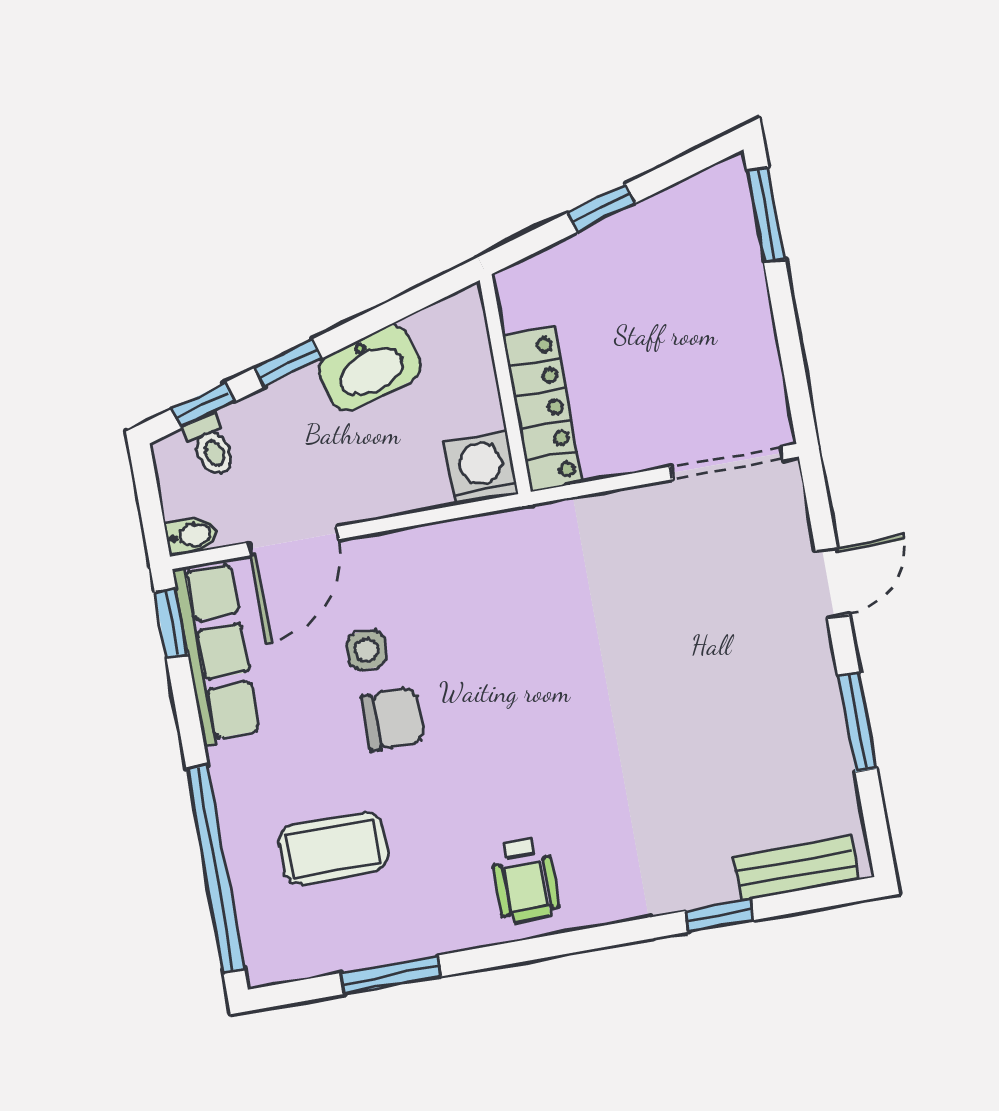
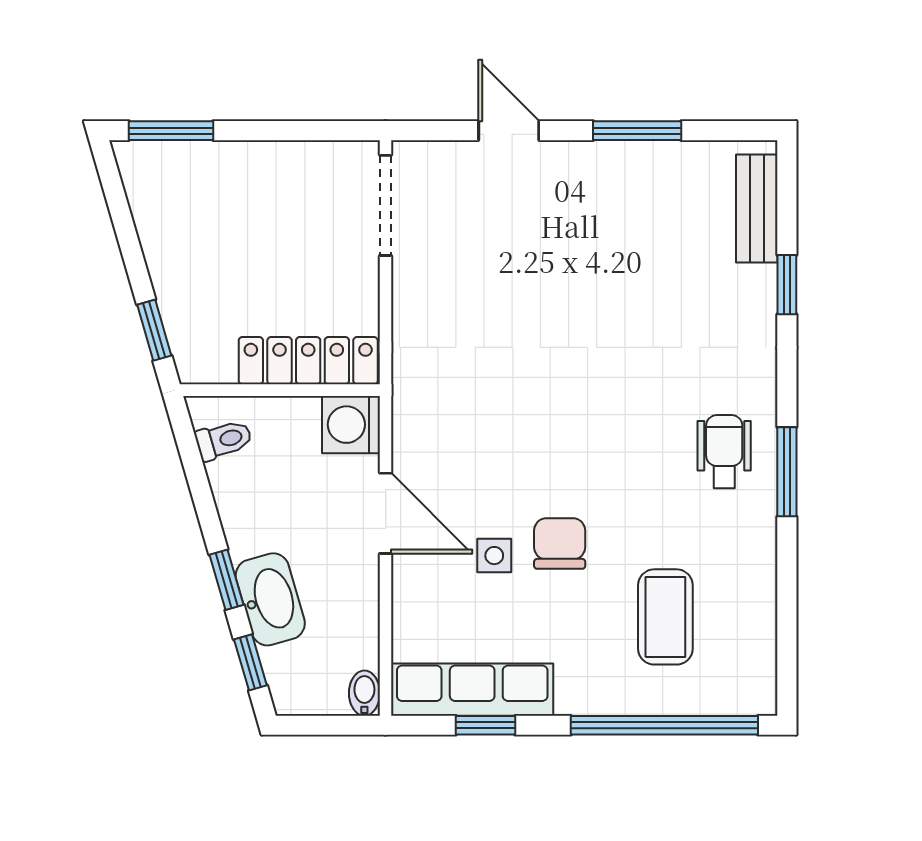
window: (601, 208) -> (154, 330), moved
washbasin: (369, 368) -> (270, 599), moved
toilet: (211, 446) -> (224, 440), moved
door: (294, 541) -> (386, 513), moved
window: (171, 623) -> (485, 725), moved
wheelchair: (525, 880) -> (724, 452), turned -90
window: (391, 975) -> (787, 472), moved

